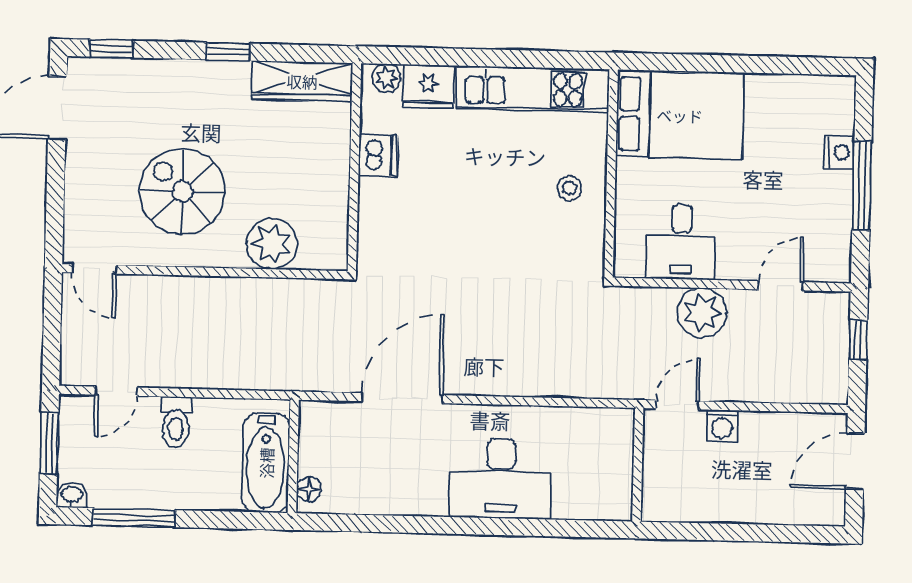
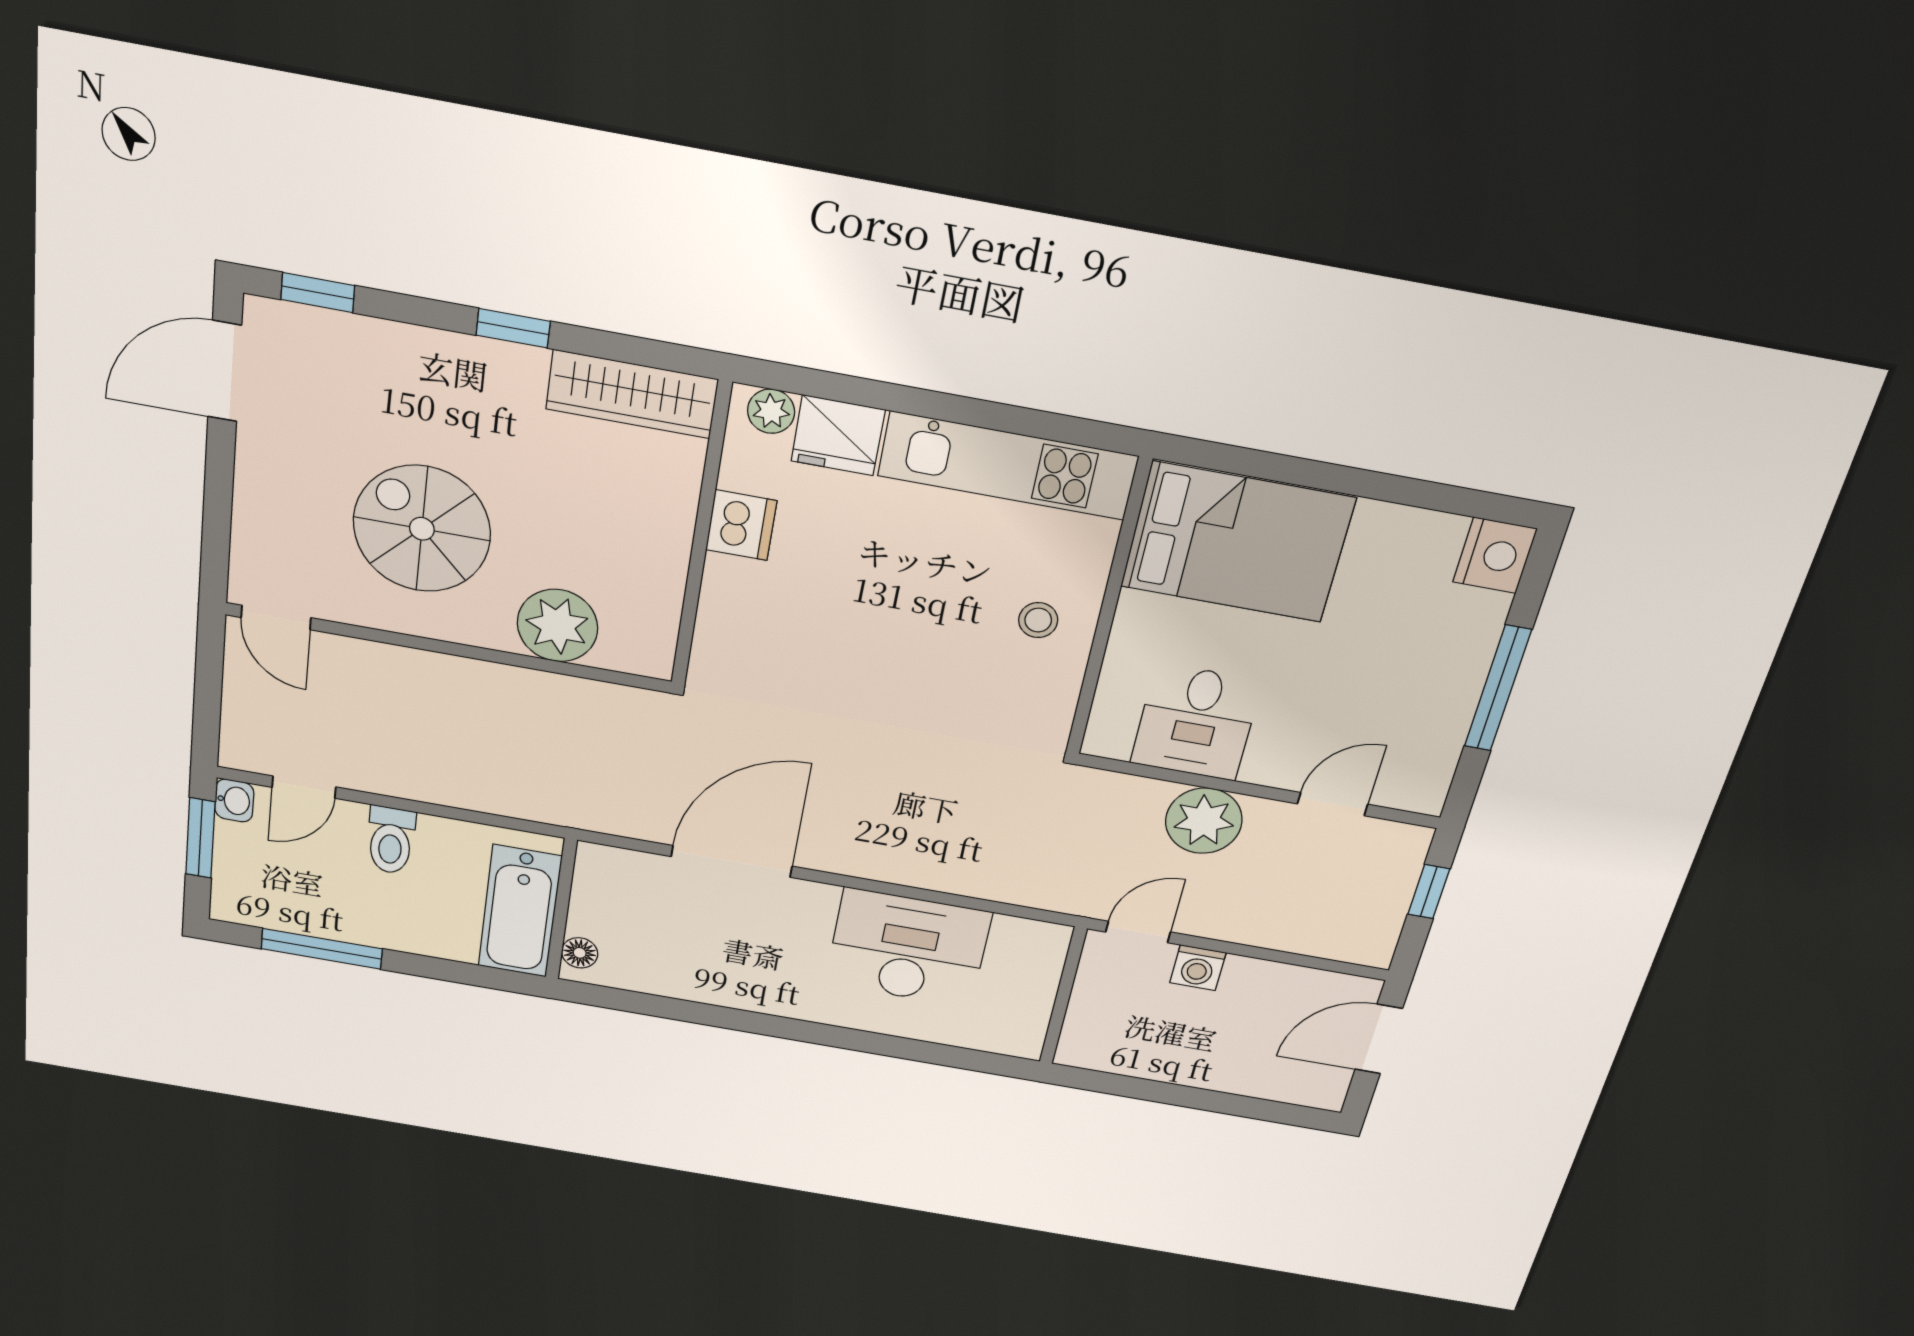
nightstand: (839, 152) -> (1495, 555), moved, width x1.36, depth x1.33
desk: (501, 478) -> (908, 948), moved, turned 180
washbasin: (72, 495) -> (234, 800), moved, turned 90

